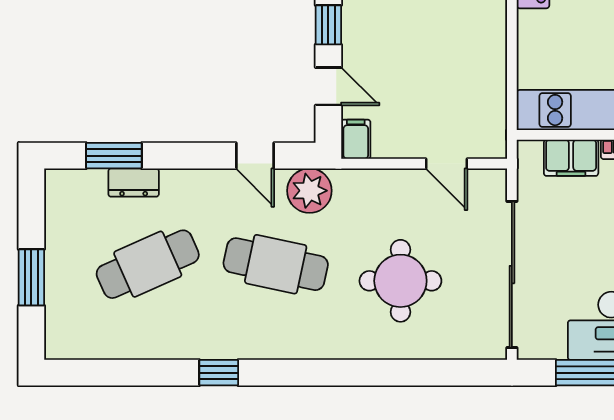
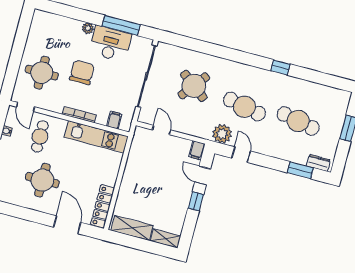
filing cabinet: (571, 158) -> (114, 120), width x0.50
dresser: (134, 183) -> (318, 163), moved
cafe table: (148, 264) -> (298, 121), turned 36
round table: (400, 281) -> (194, 86), turned 38

